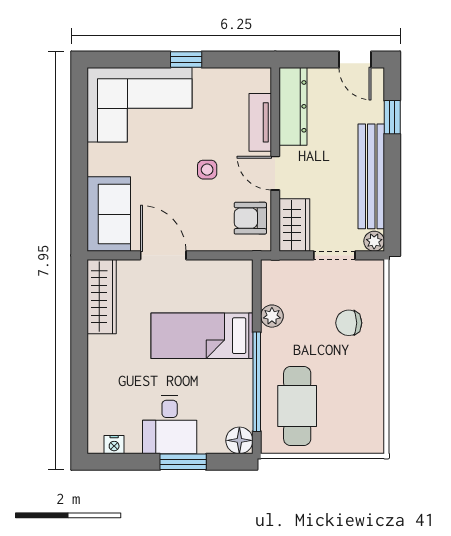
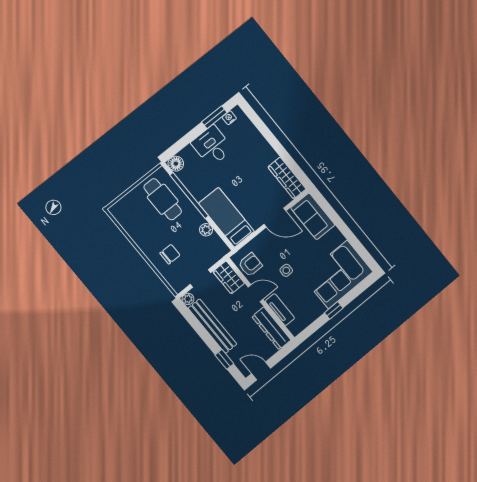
bed: (202, 336) -> (227, 217), moved, turned -90
window: (183, 462) -> (214, 117), moved

